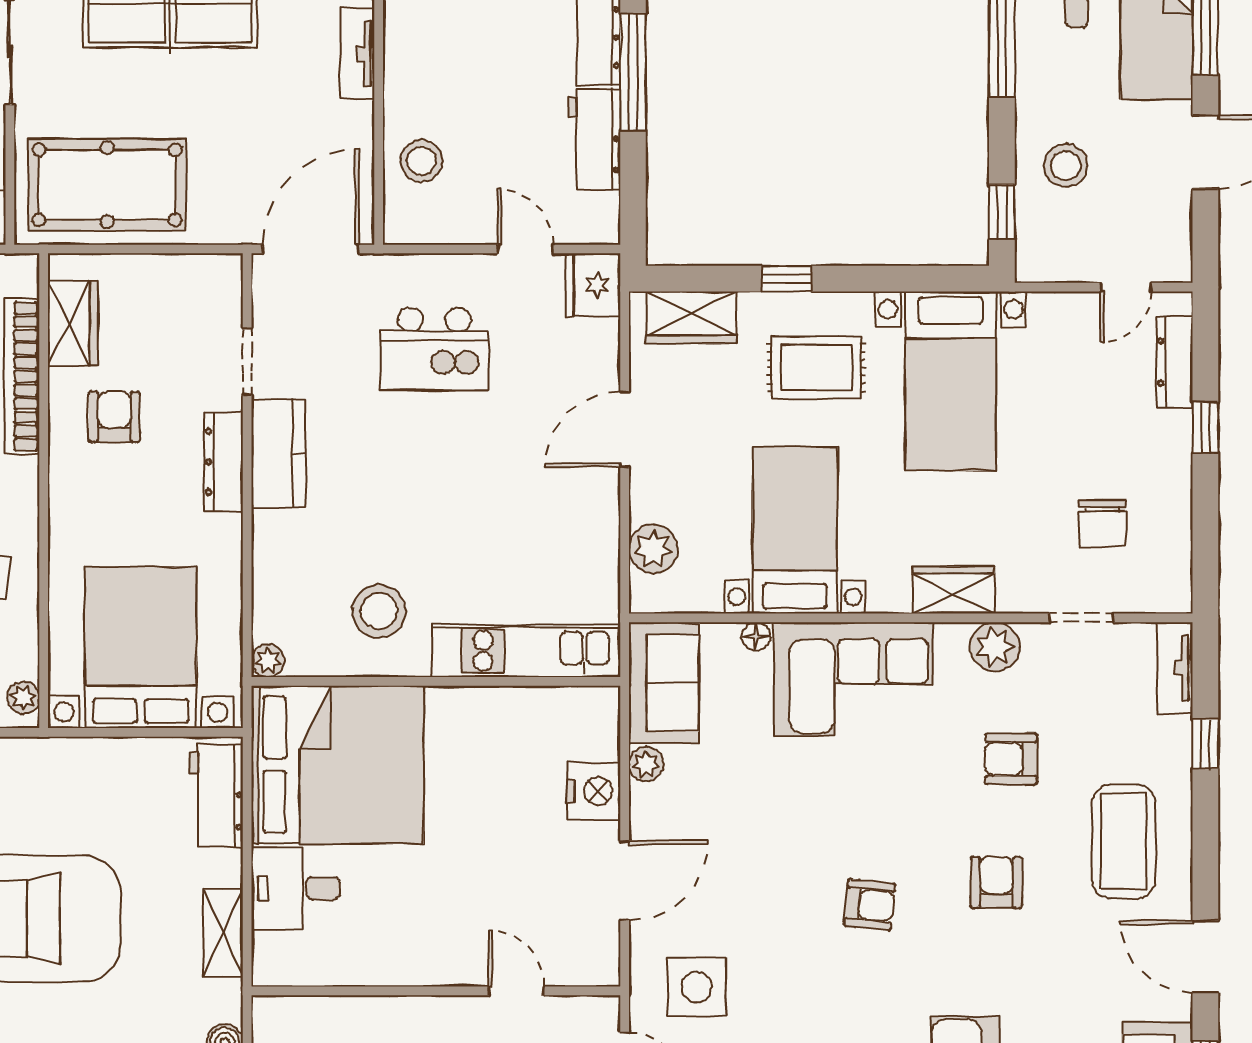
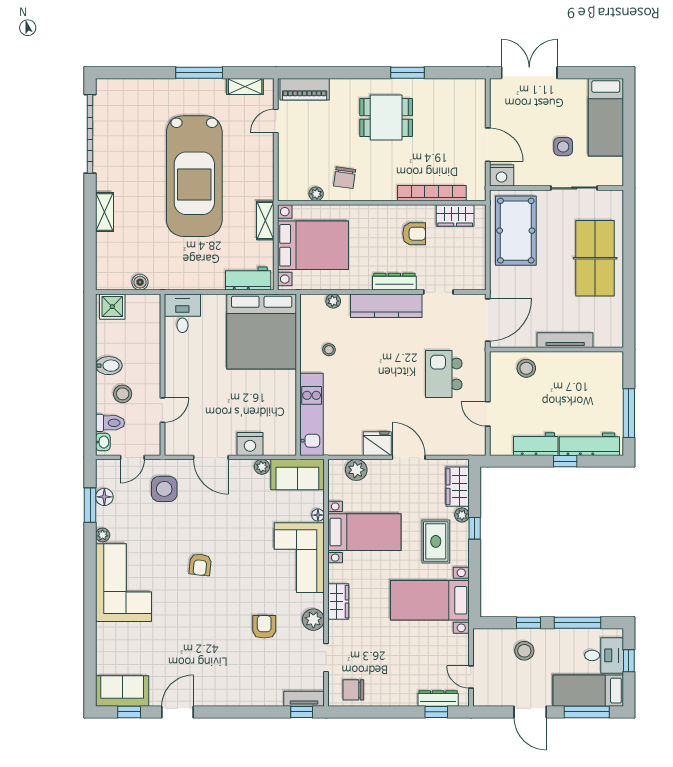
tv unit: (357, 54) -> (565, 340), width x1.41
window: (633, 72) -> (565, 461), width x0.46
window: (1002, 212) -> (528, 623), moved
door: (311, 249) -> (488, 320), hinge flipped
door: (525, 249) -> (488, 414), swing flipped
fridge: (593, 285) -> (377, 444), moved
plant: (756, 308) -> (462, 515), added
window: (1205, 428) -> (436, 712), moved
kitchen counter: (279, 453) -> (386, 306), width x1.50
chair: (1102, 523) -> (353, 690), moved
stool: (379, 611) -> (329, 350), width x0.53, depth x0.53
plant: (268, 661) -> (333, 301), moved
plant: (23, 698) -> (316, 194), moved
window: (1205, 744) -> (302, 712), moved
coffee table: (1124, 841) -> (228, 676), removed
armchair: (996, 882) -> (210, 620), removed
desk: (296, 888) -> (182, 313), moved
shelving: (223, 933) -> (265, 220), moved, turned 90

